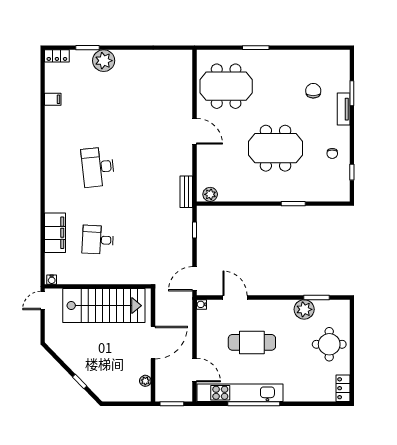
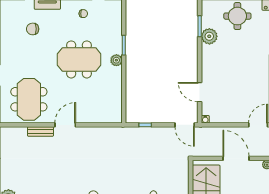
meeting table: (275, 148) -> (79, 59), turned 90
bench: (186, 192) -> (40, 131), moved
plant: (210, 194) -> (116, 60), moved
door: (235, 297) -> (200, 92), hinge flipped
cafe table: (252, 342) -> (236, 78), removed

